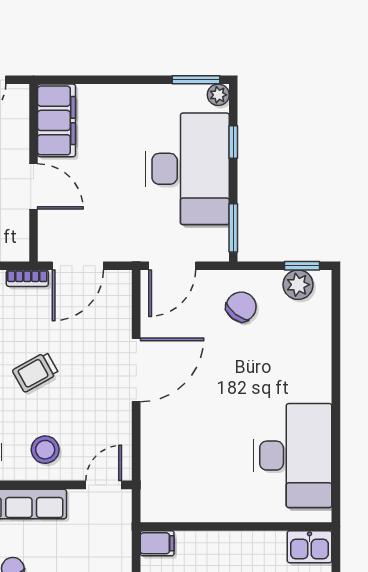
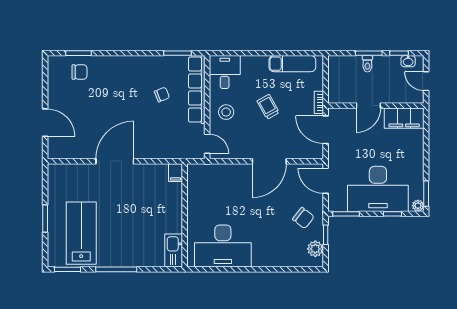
window: (302, 266) -> (326, 235), moved
door: (136, 370) -> (269, 161), hinge flipped
kitchen sink: (310, 547) -> (174, 250), width x1.38

